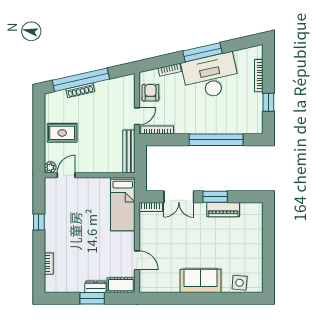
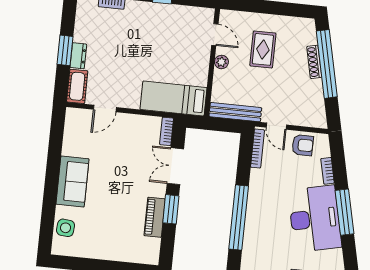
rug: (62, 133) -> (263, 49), moved
plant: (50, 167) -> (221, 62), moved

